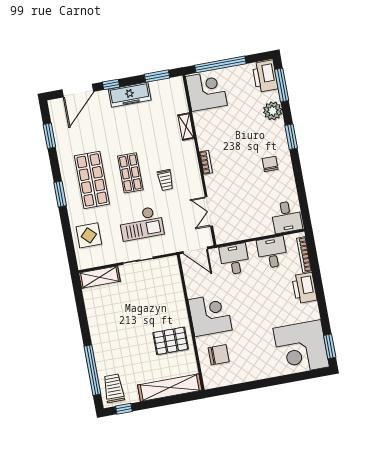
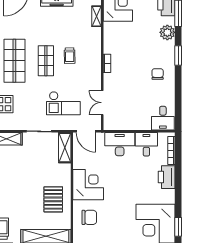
shelving: (186, 127) -> (97, 16), moved
trolley: (165, 180) -> (70, 56), moved
checkout: (141, 223) -> (63, 103), moved
desk: (234, 259) -> (120, 144), width x1.37
shelving: (173, 275) -> (65, 148), added
pallet: (171, 341) -> (53, 199), turned 90

